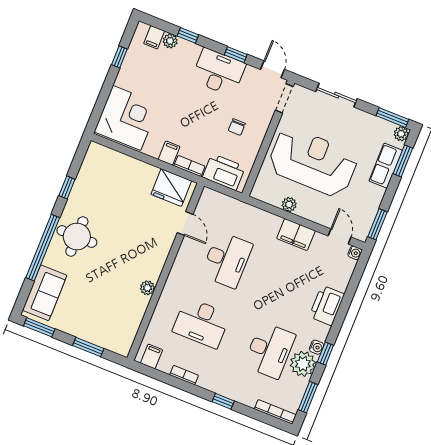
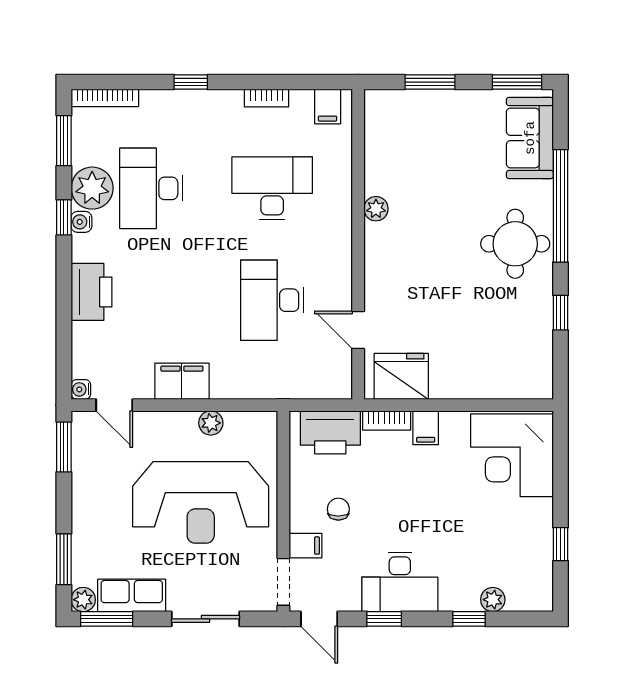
filing cabinet: (154, 37) -> (306, 546), moved, turned 90
row of seats: (386, 166) -> (132, 595), moved, turned -90

